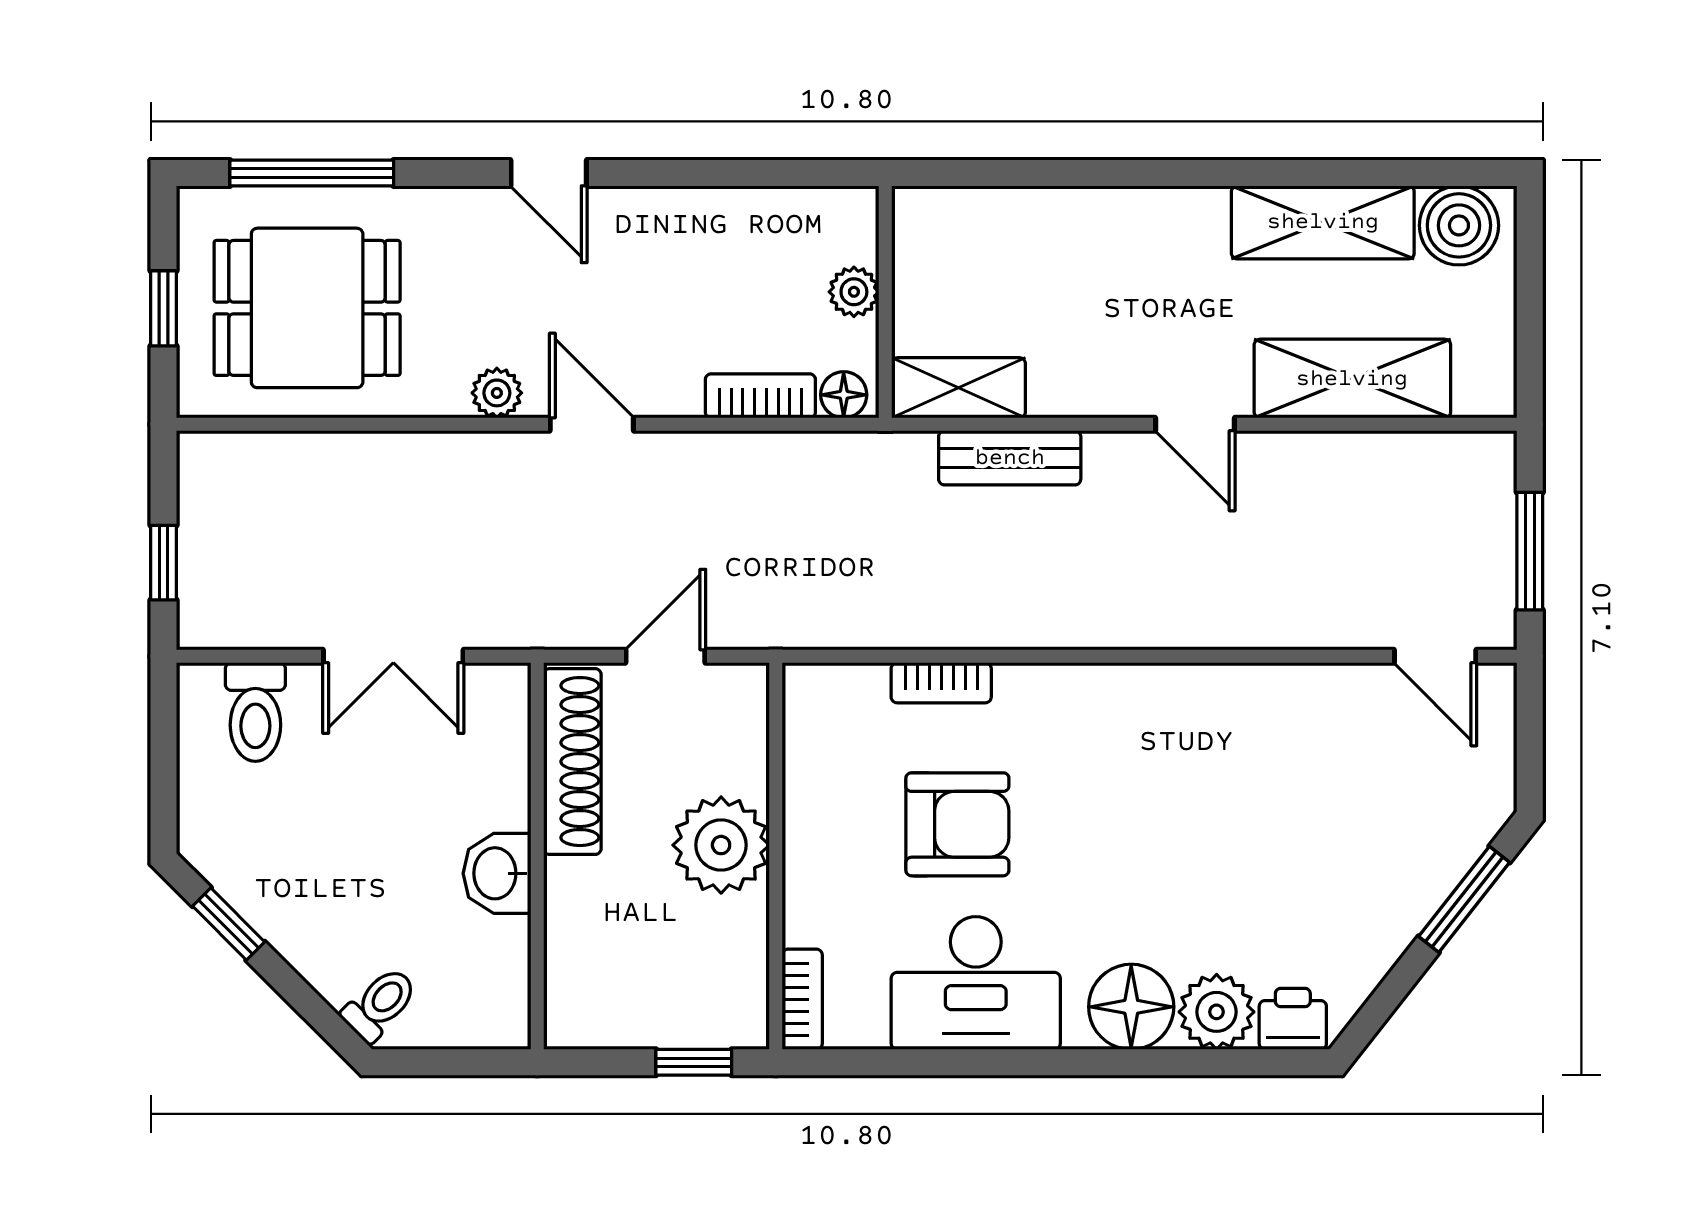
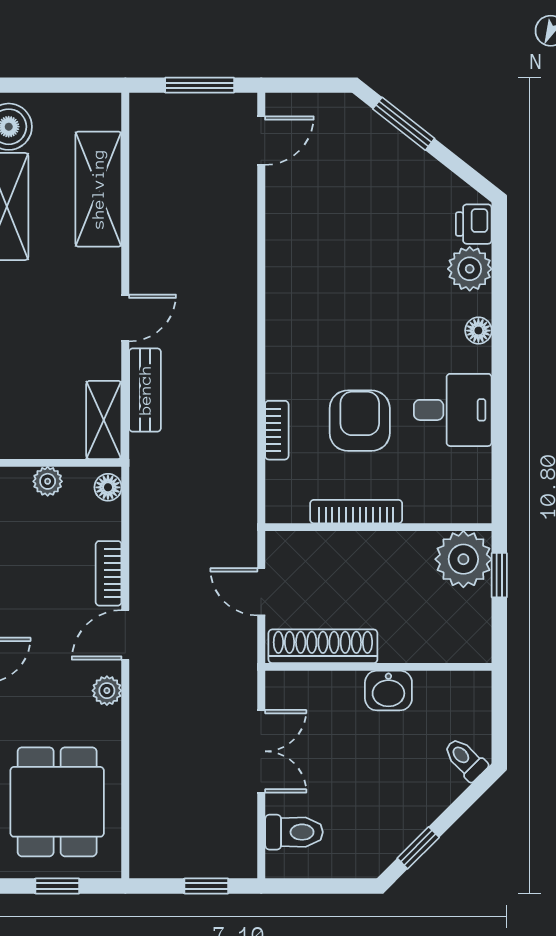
bookcase: (760, 396) -> (109, 573), moved
door: (1195, 424) -> (125, 318), moved
plant: (721, 845) -> (463, 559), moved
desk: (976, 983) -> (453, 410), width x0.73
bookcase: (802, 999) -> (356, 512), moved, width x1.56
floor lamp: (1131, 1007) -> (478, 331), width x0.53, depth x0.53

